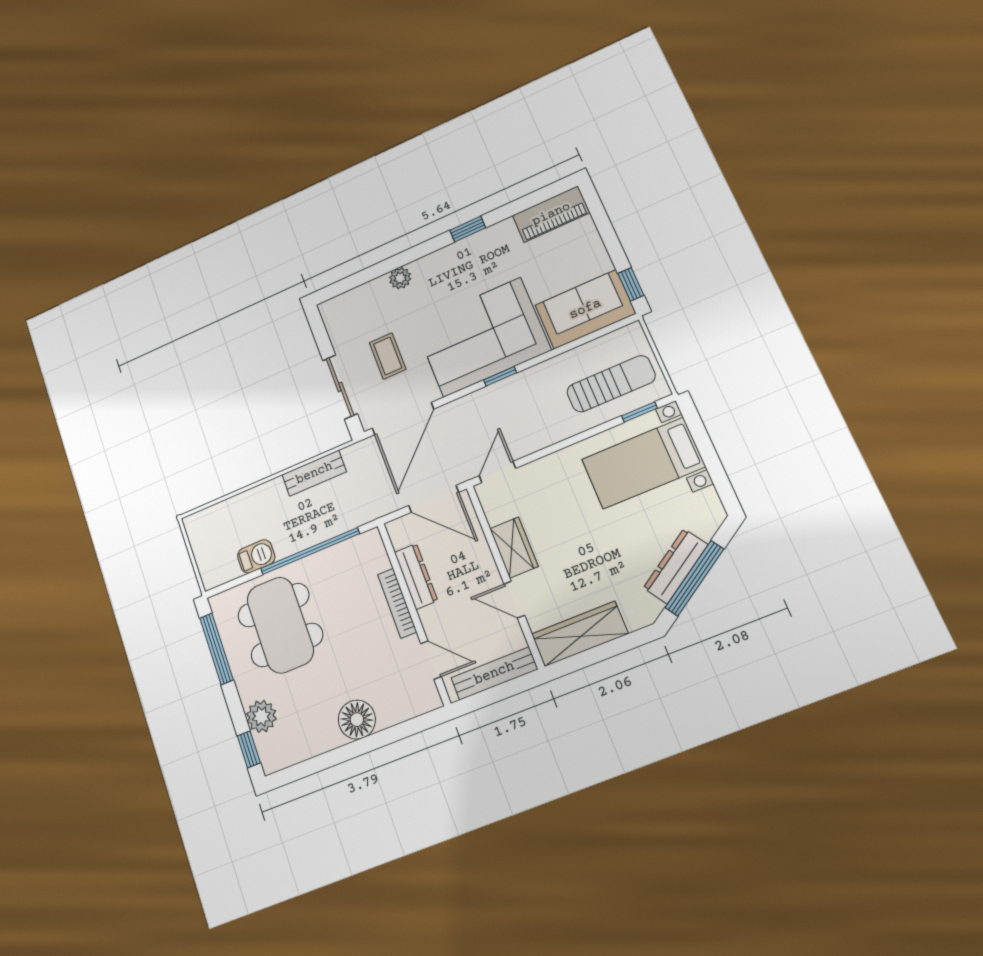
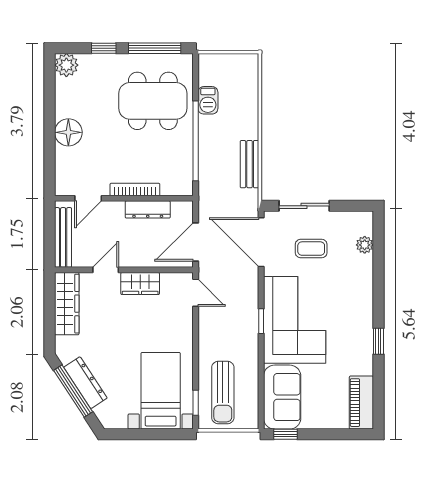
plant: (400, 278) -> (365, 245), moved
plant: (261, 716) -> (66, 65), moved
window: (249, 749) -> (104, 48), moved

